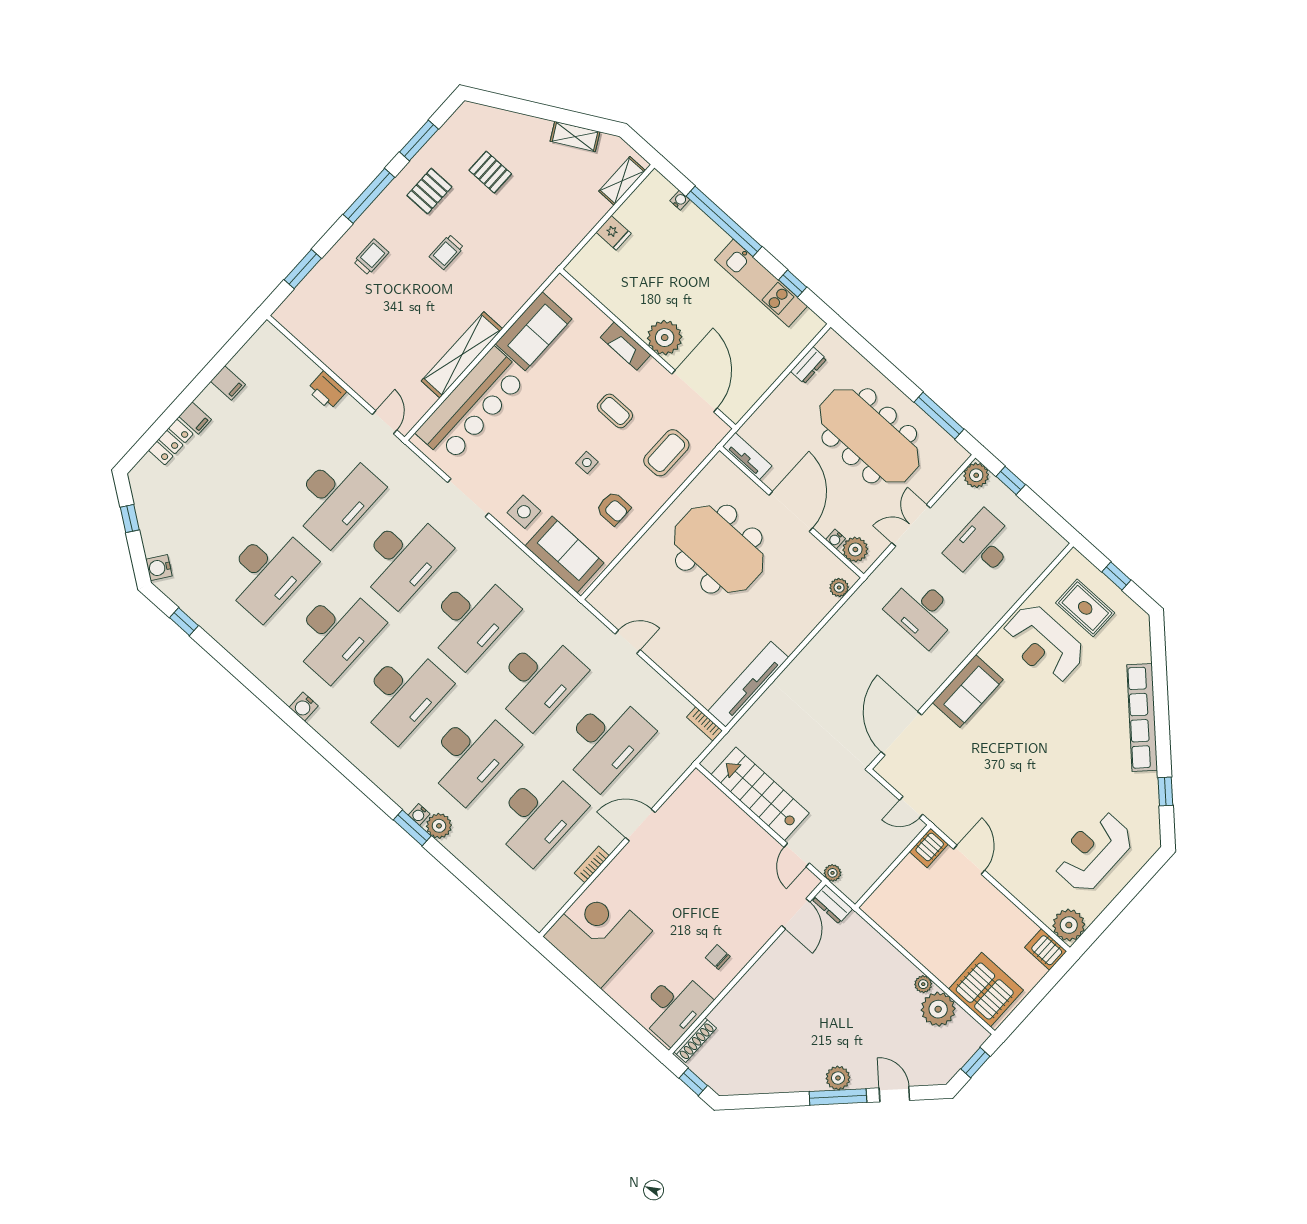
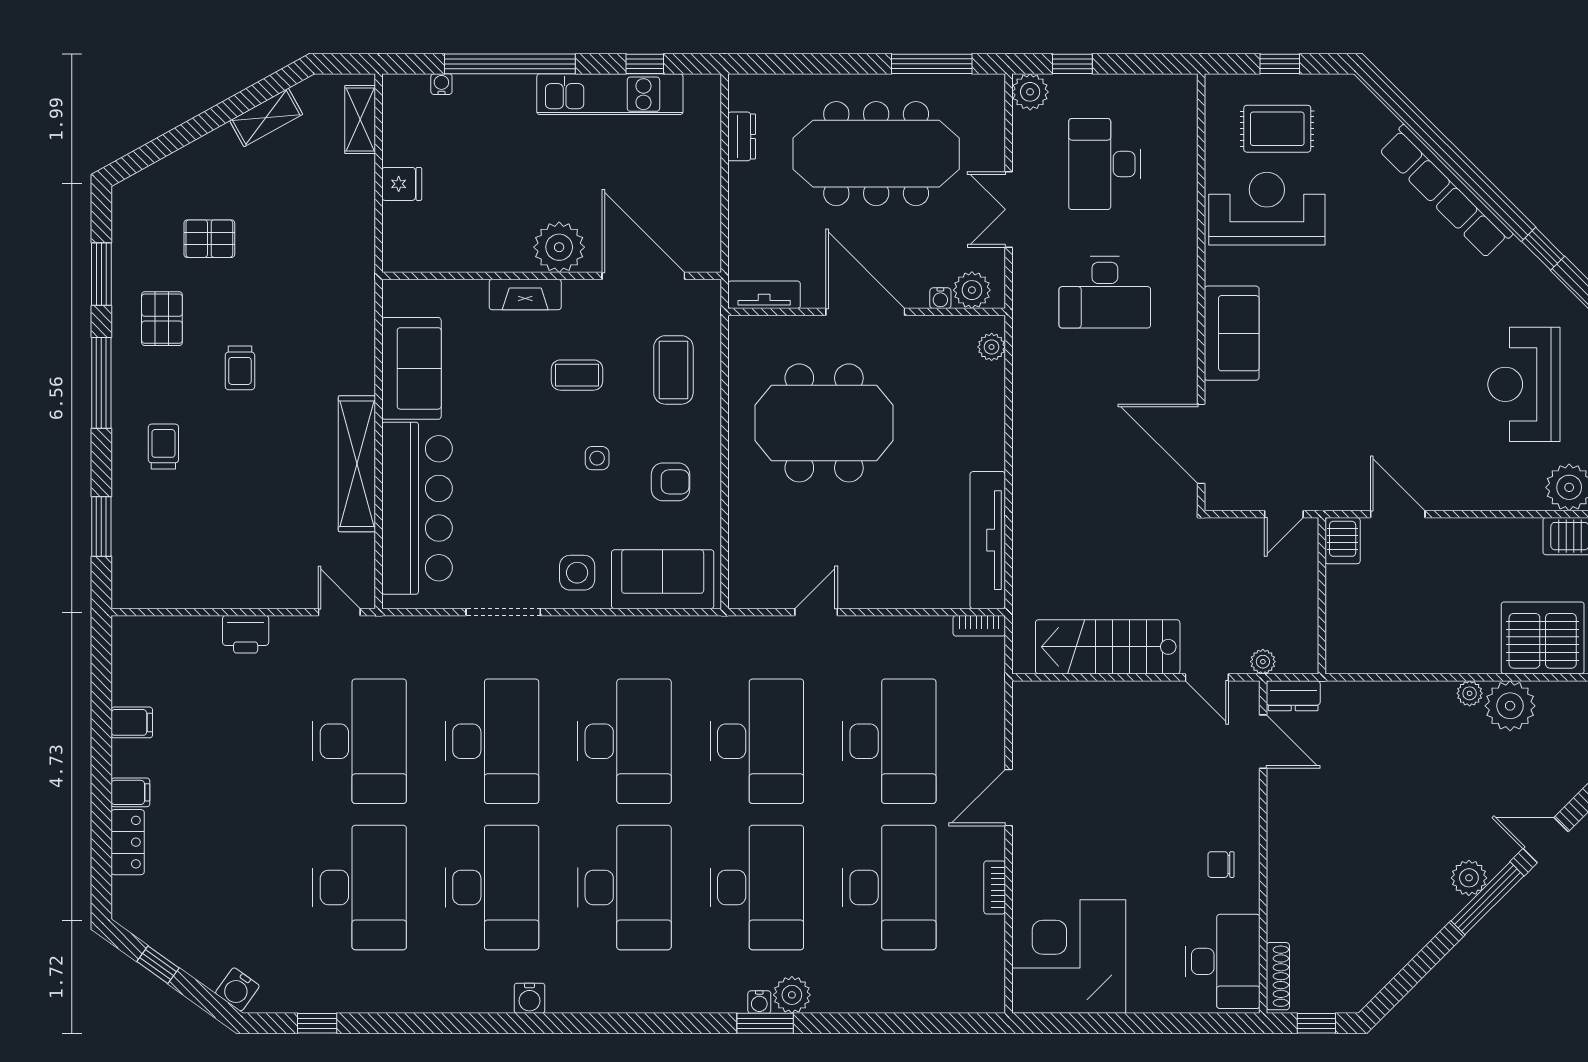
reception desk: (1043, 644) -> (1267, 209), turned 180

